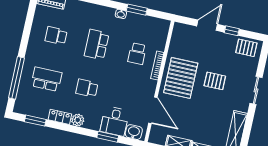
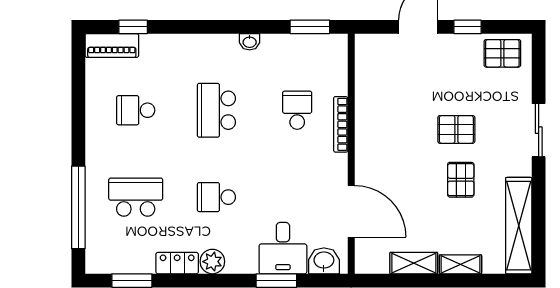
window: (137, 10) -> (310, 27), moved
school desk: (137, 54) -> (297, 110), turned 180
pallet: (181, 78) -> (461, 180), moved, width x0.49, depth x0.50

